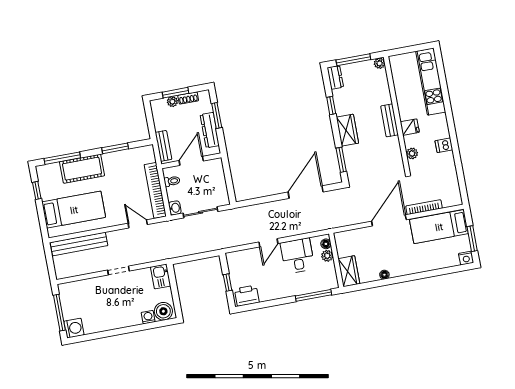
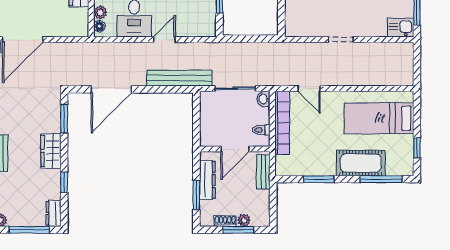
bench: (79, 244) -> (179, 78), moved
kitchen sink: (161, 276) -> (400, 28), moved, turned -90

